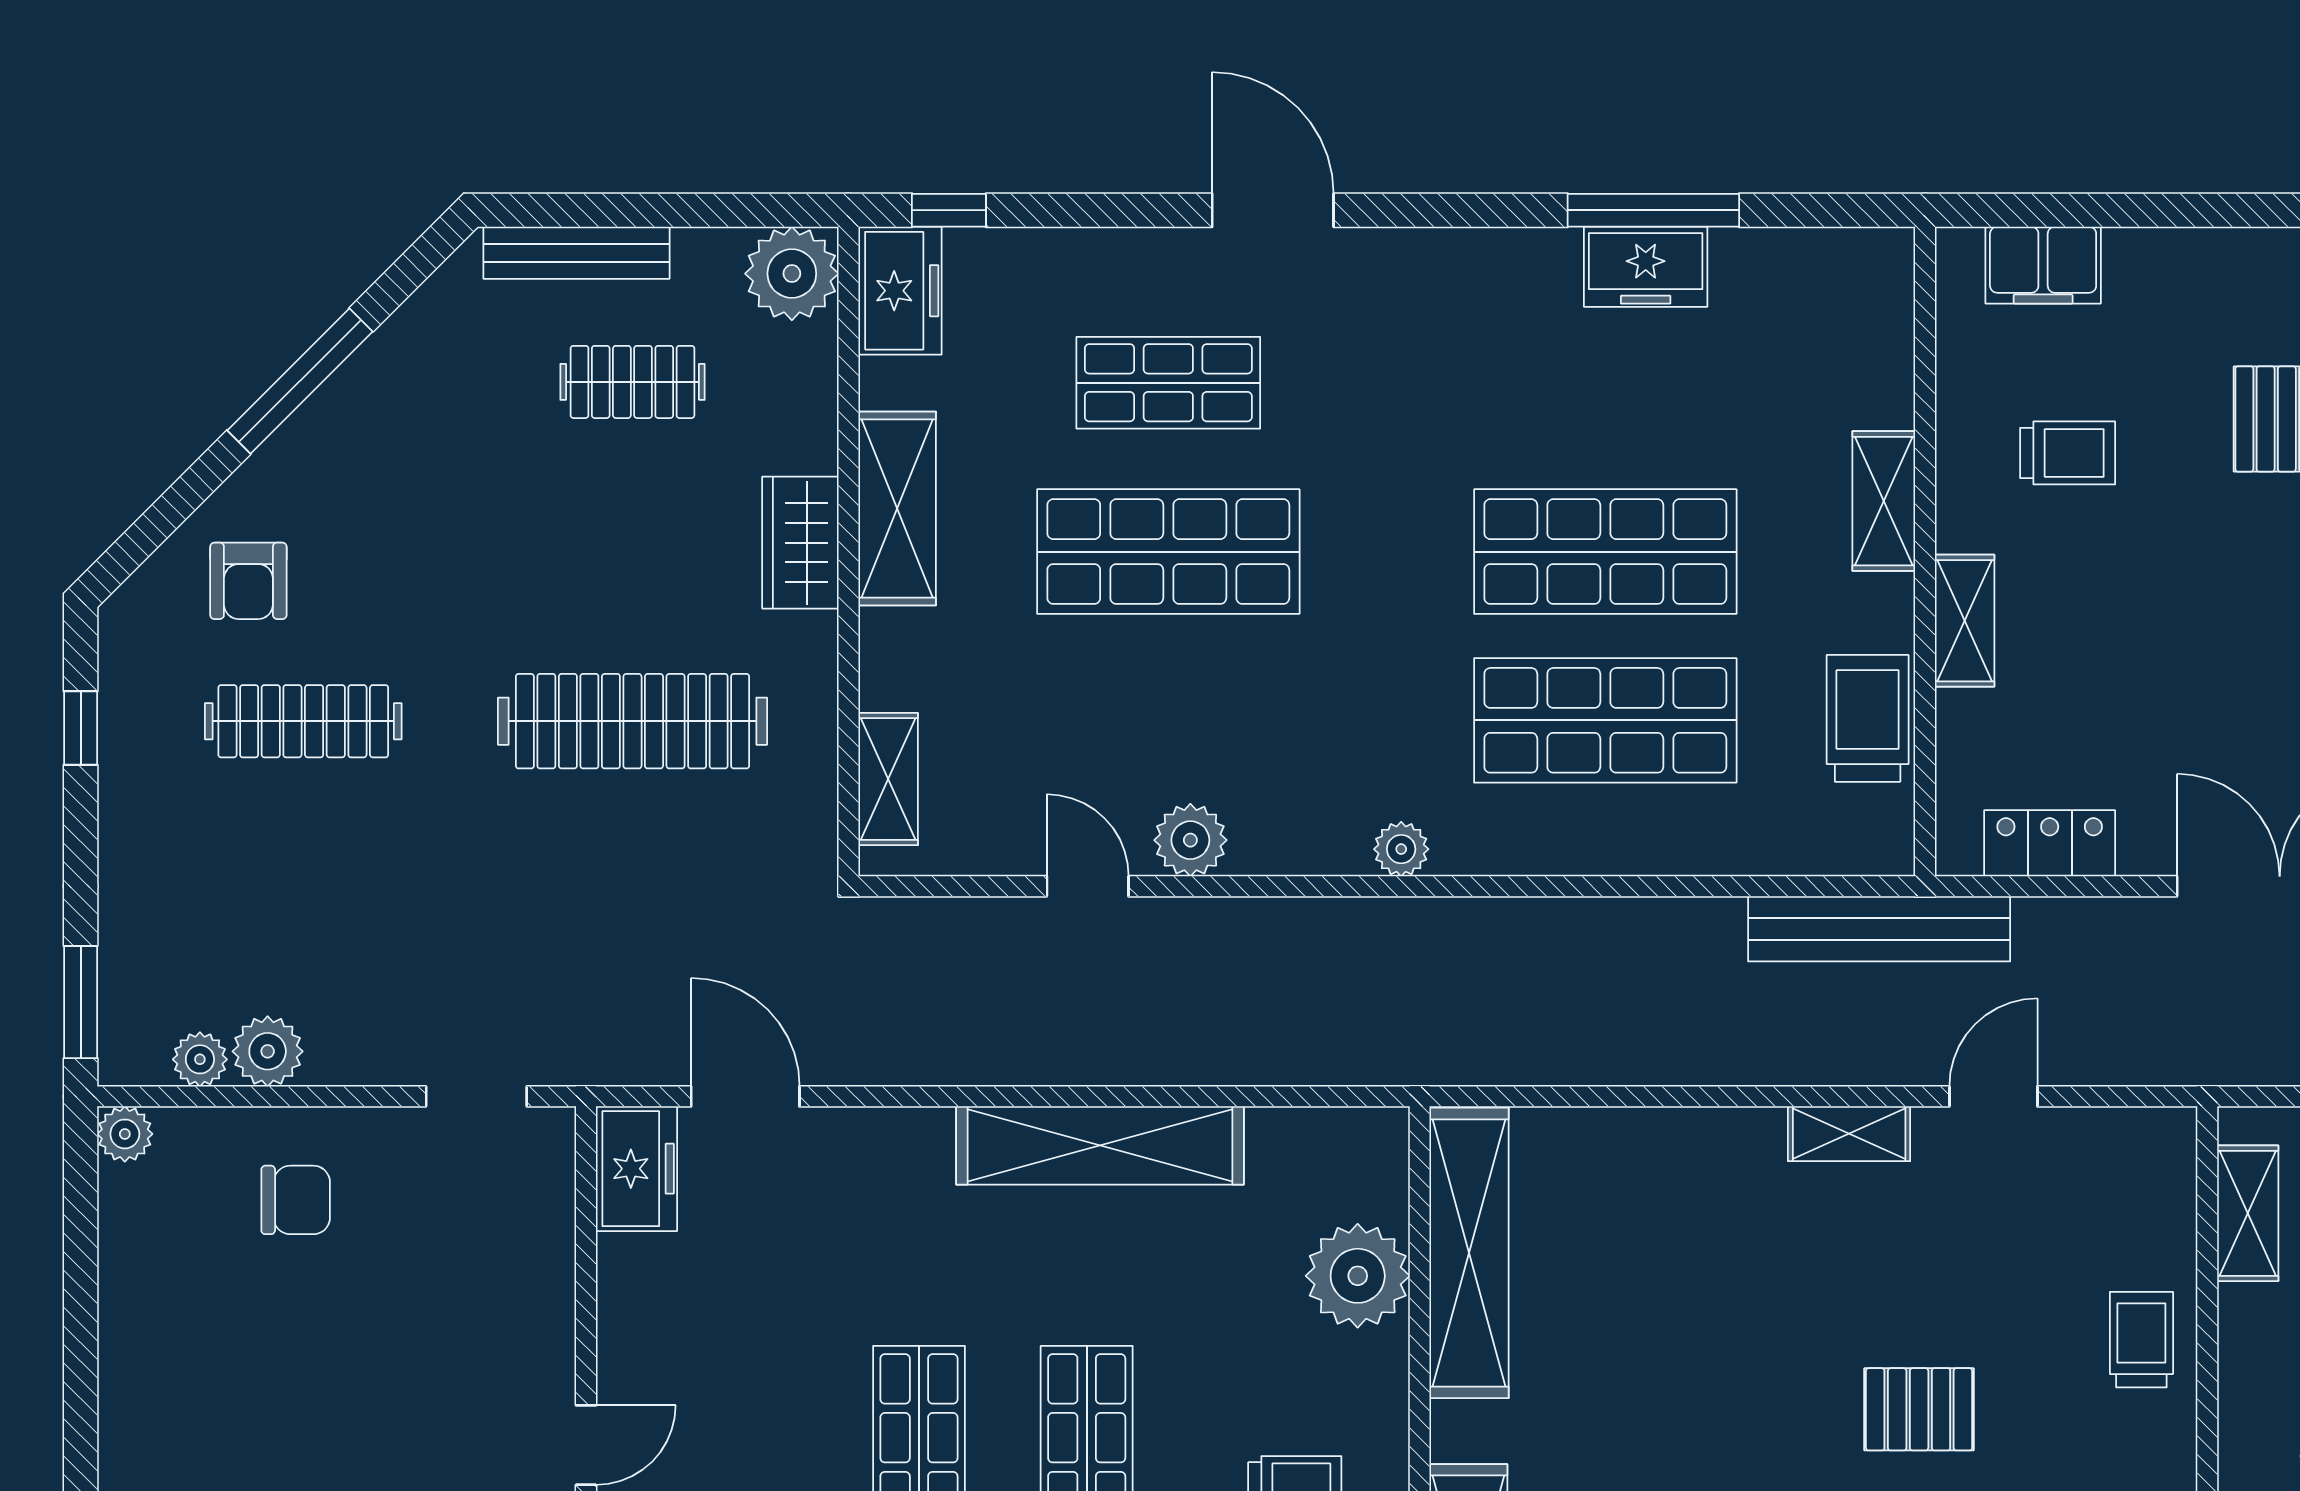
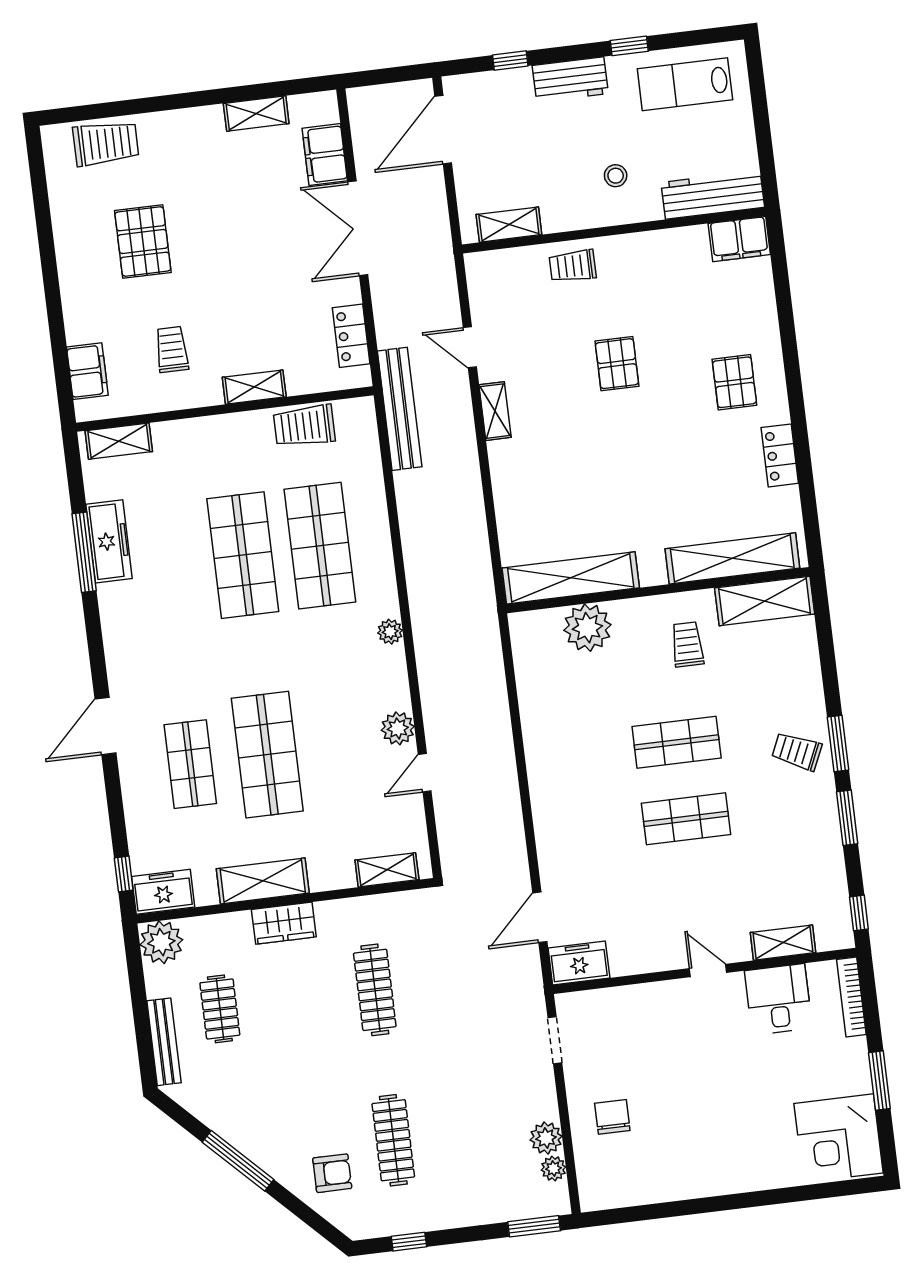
freezer: (1646, 267) -> (109, 541), width x1.40
shelving: (1884, 501) -> (119, 441), moved
clothes rail: (632, 721) -> (375, 990), width x0.73, depth x0.76
plant: (125, 1134) -> (592, 1199), removed
shelving: (1100, 1145) -> (542, 753), removed

